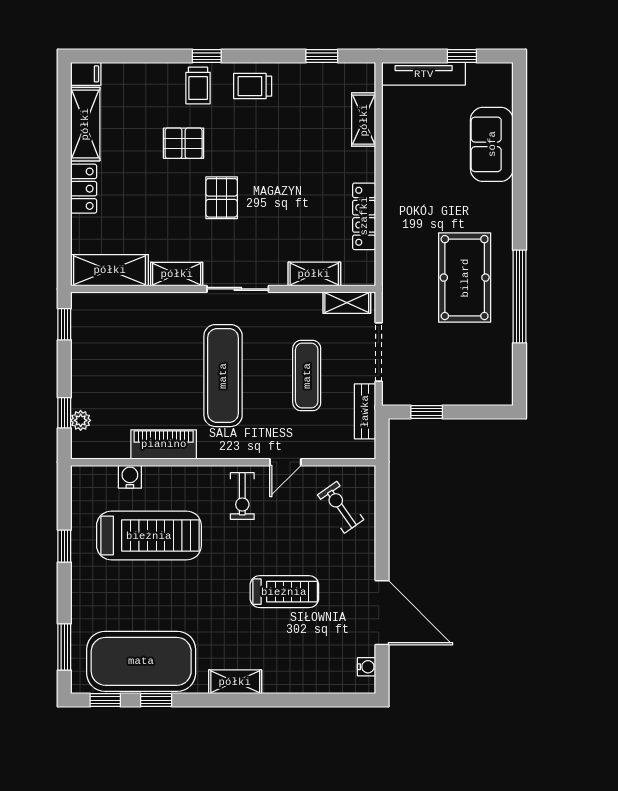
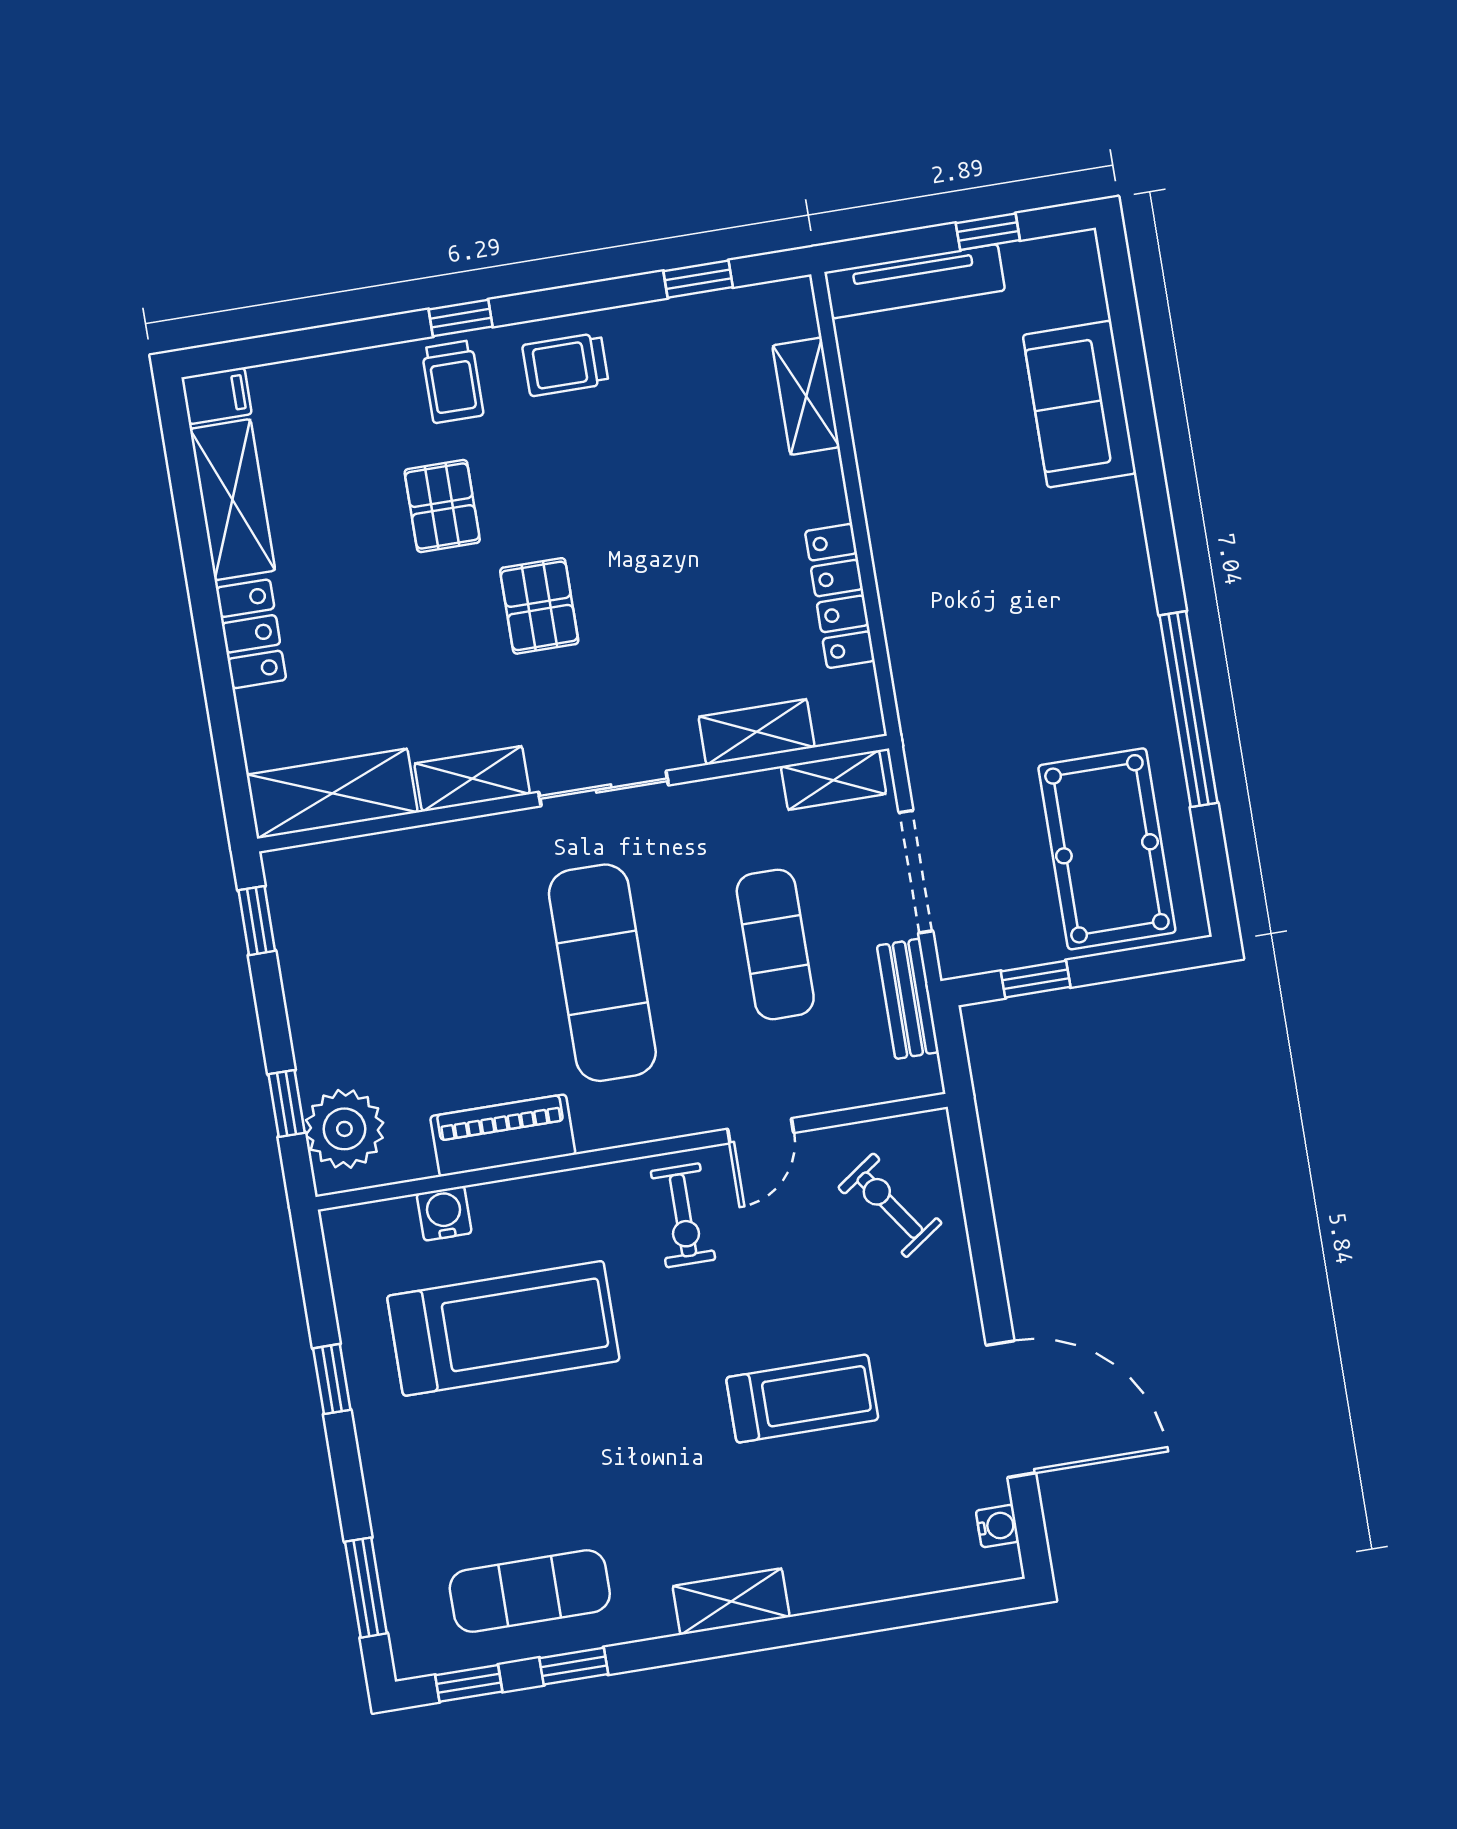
pallet: (184, 143) -> (442, 506), turned 90
pool table: (465, 278) -> (1107, 849), moved
plant: (81, 420) -> (344, 1129), width x1.88, depth x1.88
exercise mat: (141, 661) -> (530, 1591), width x0.50, depth x0.69

